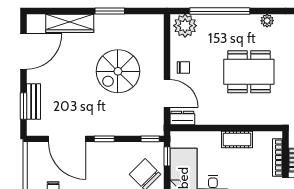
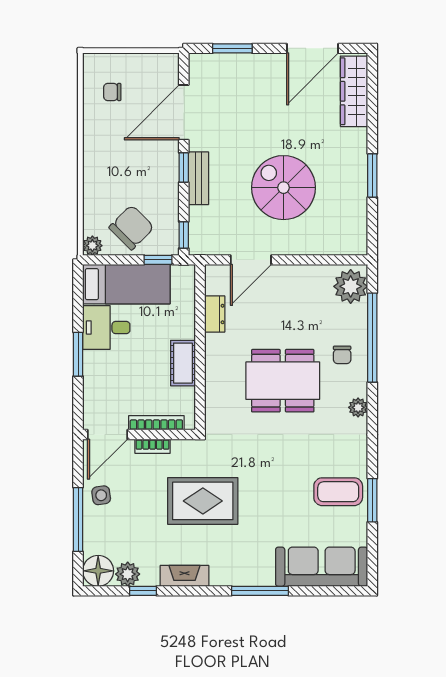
wardrobe: (70, 23) -> (354, 91), moved
door: (24, 52) -> (313, 48), hinge flipped
chair: (183, 67) -> (342, 355), moved
dining table: (249, 72) -> (283, 381), turned 90
bench: (34, 102) -> (198, 178), moved, turned 90
dresser: (182, 118) -> (215, 314), moved

